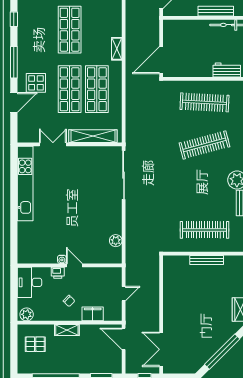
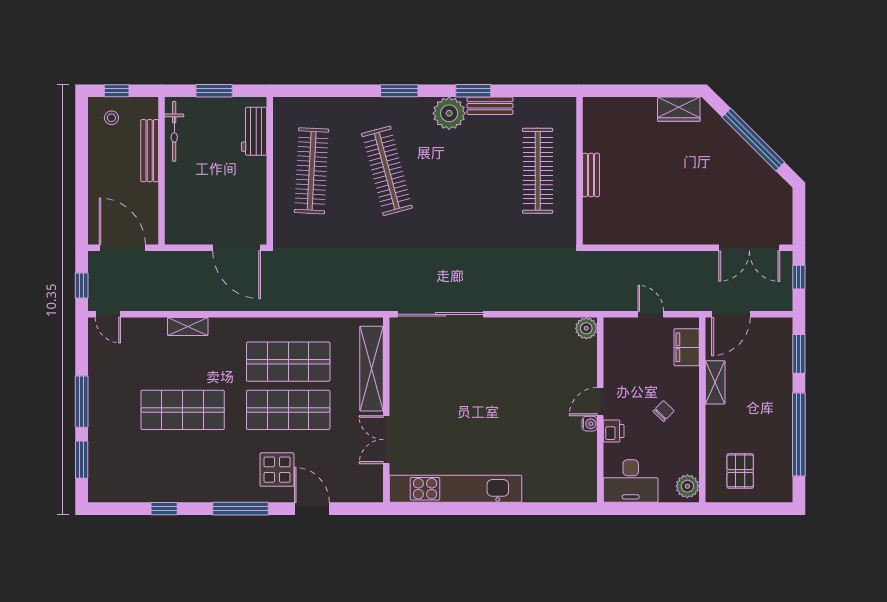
shelving: (117, 49) -> (188, 326), moved
plant: (116, 241) -> (586, 328), moved
bench: (207, 260) -> (591, 175), width x0.73
filing cabinet: (93, 314) -> (687, 347), moved
shelving: (67, 330) -> (715, 382), moved

